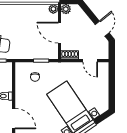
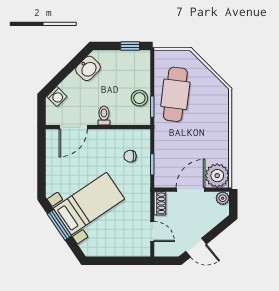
plant: (53, 9) -> (217, 176), width x1.87, depth x1.87
door: (90, 61) -> (152, 231), swing flipped

